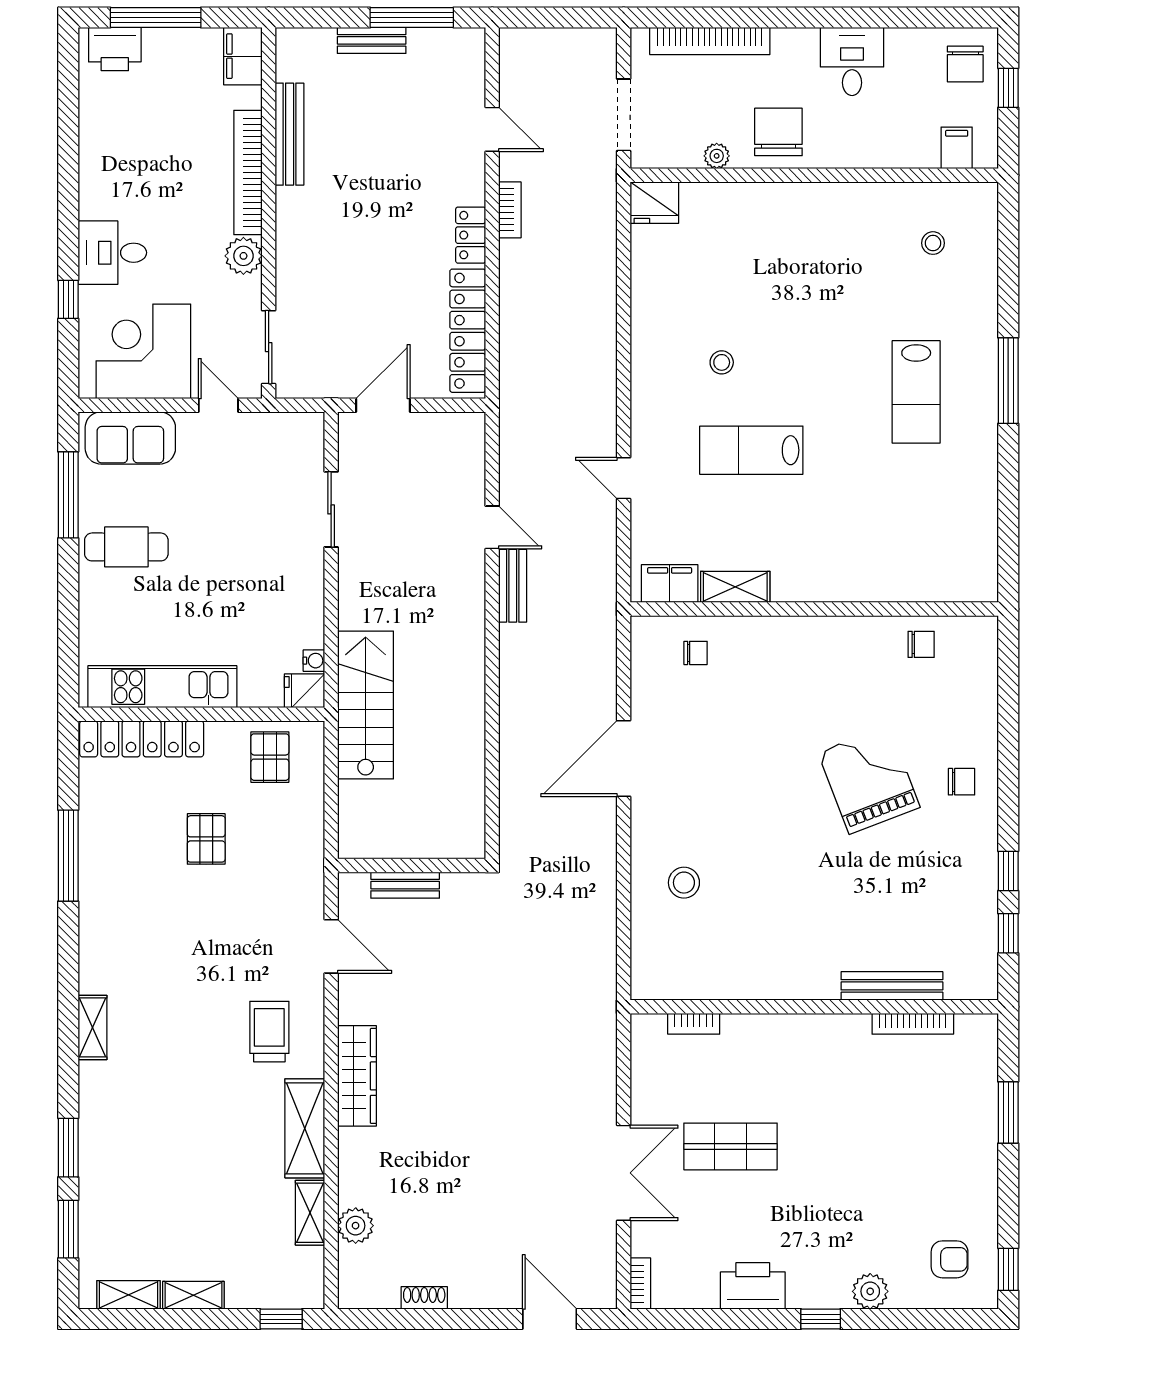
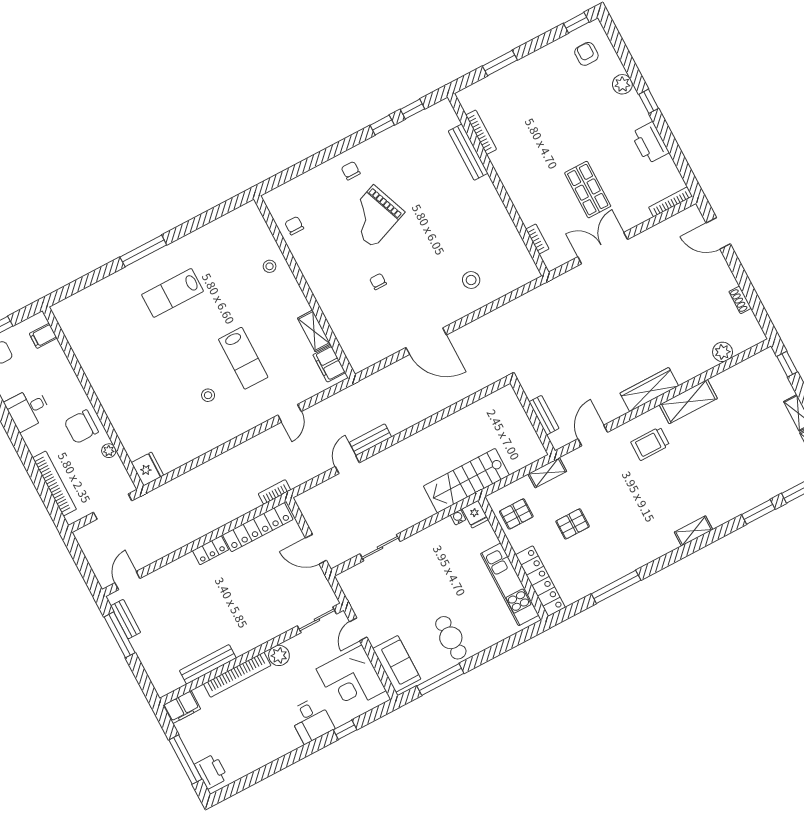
bench: (372, 40) -> (126, 619), moved
door: (492, 129) -> (127, 581), moved
bookcase: (510, 210) -> (275, 492), moved
stool: (933, 243) -> (270, 266), moved
lab bench: (916, 392) -> (172, 293), turned 180
chair: (696, 653) -> (378, 282), moved
double door: (624, 1173) -> (603, 248), moved
shelving: (310, 1213) -> (547, 473), moved
bookcase: (640, 1284) -> (671, 202), width x1.56
door: (550, 1319) -> (718, 233), hinge flipped

